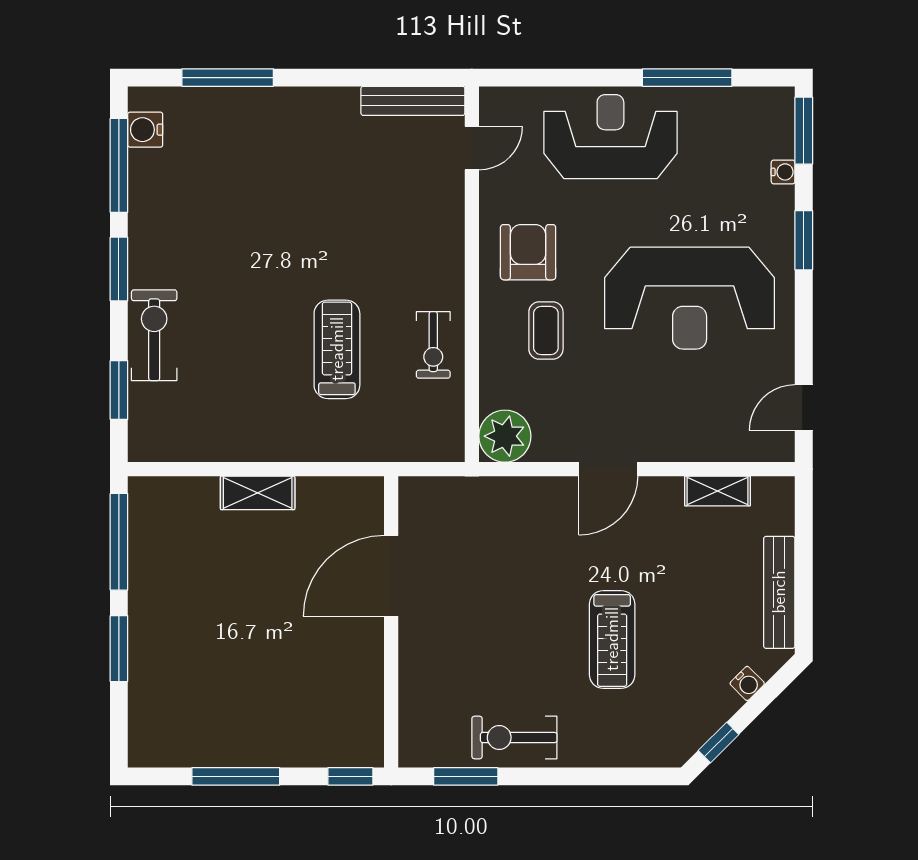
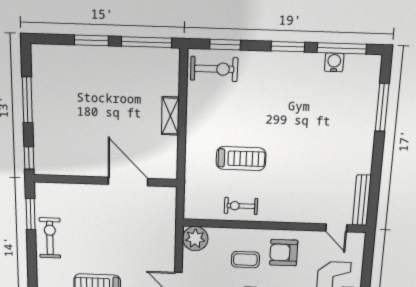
water cooler: (145, 130) -> (334, 62), moved
armchair: (528, 252) -> (284, 253), turned 180
exercise bike: (154, 335) -> (214, 69), moved

